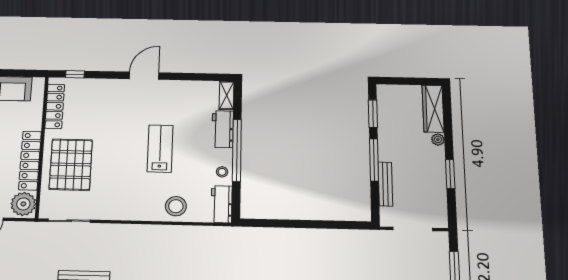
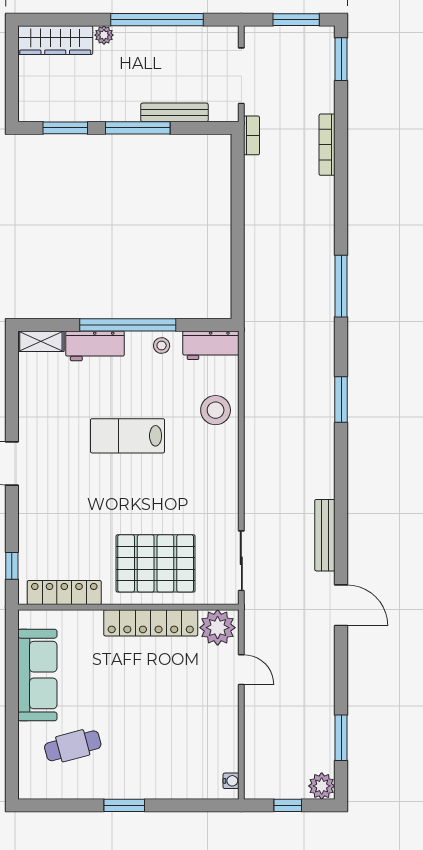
window: (450, 174) -> (157, 20), width x2.11
bookcase: (370, 235) -> (252, 135), added

